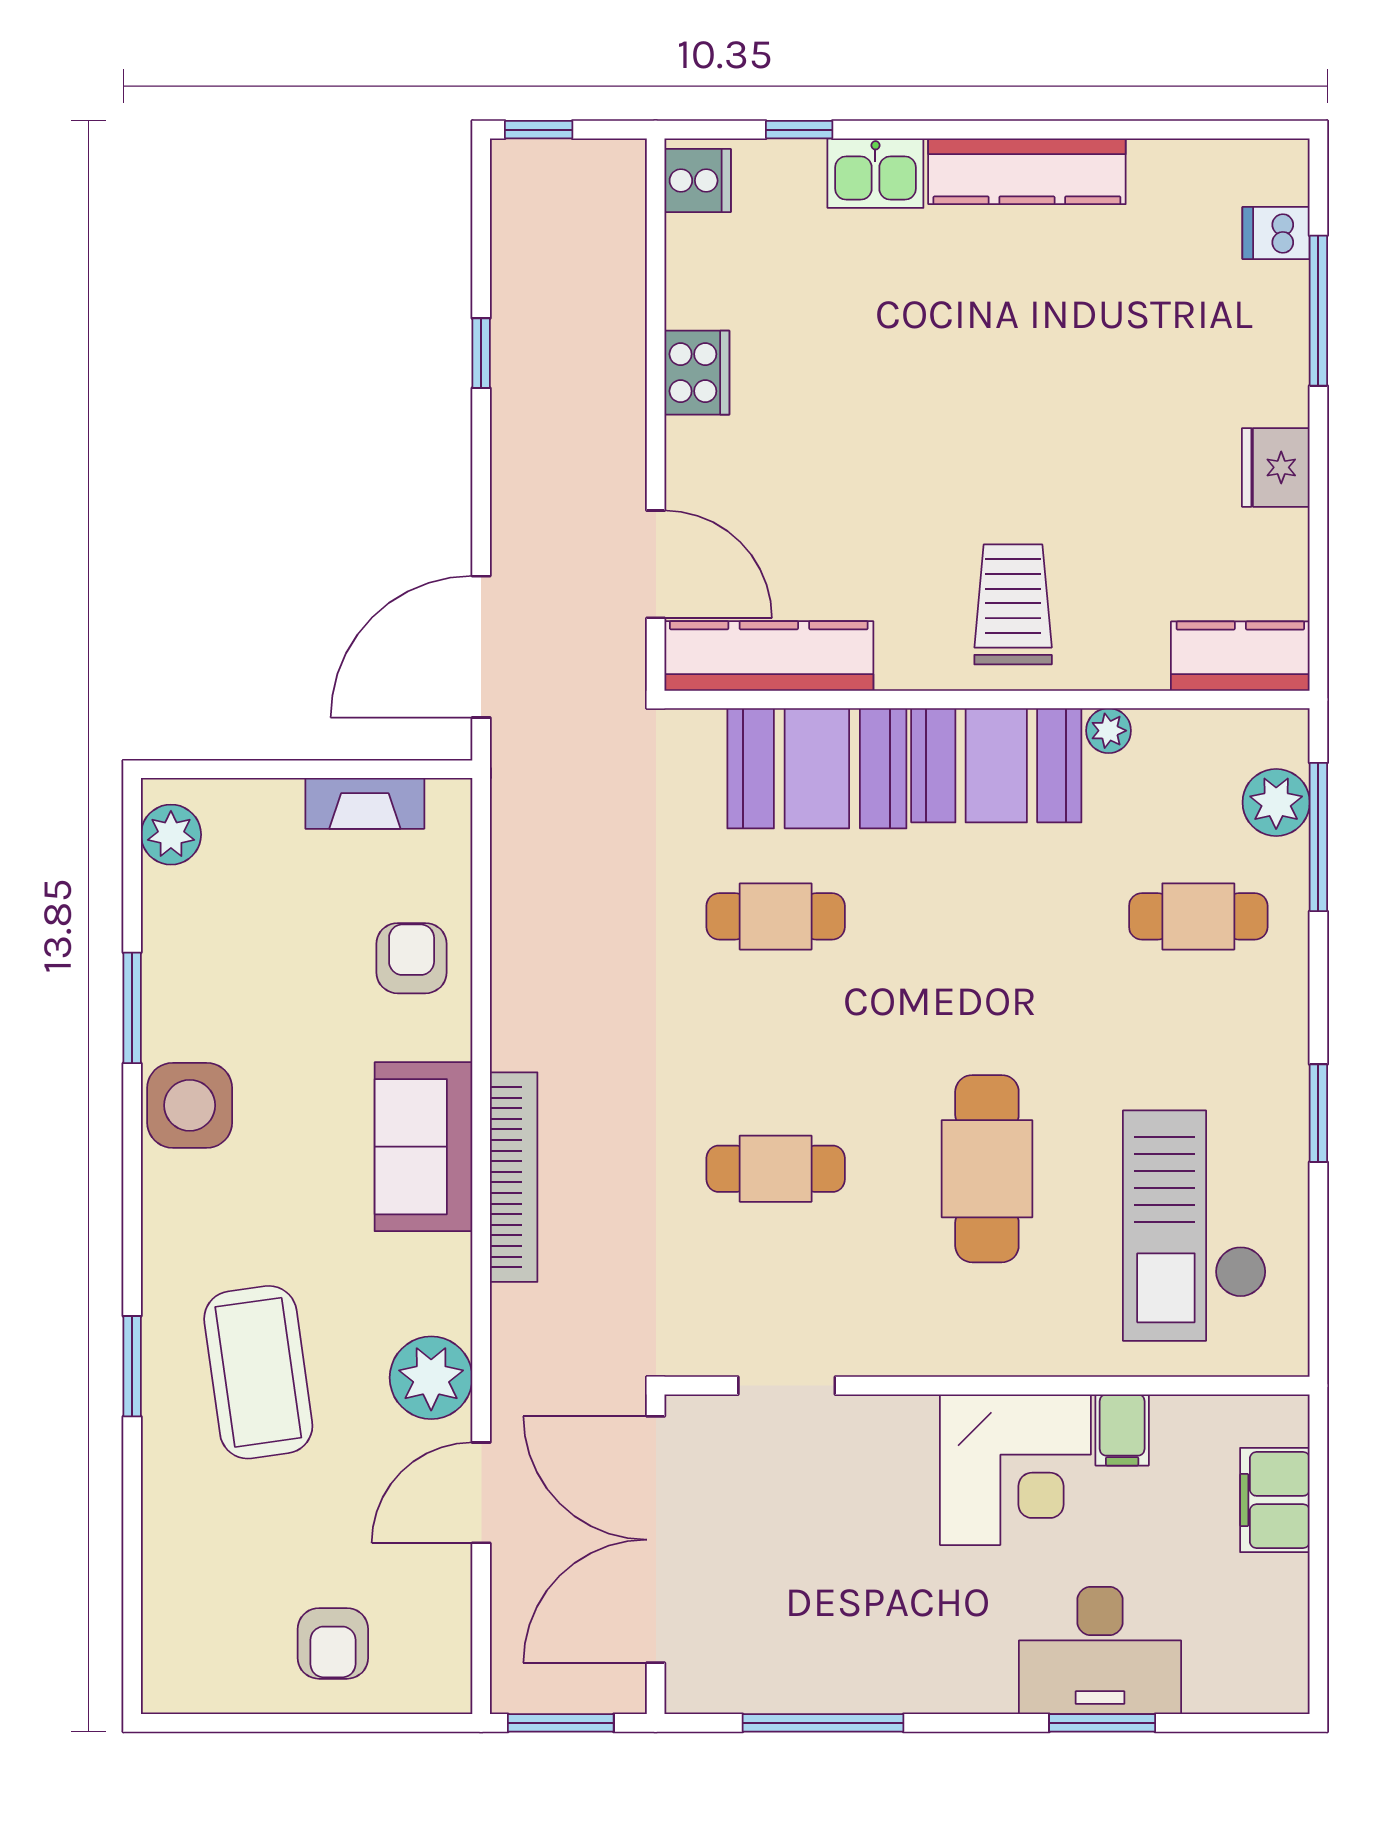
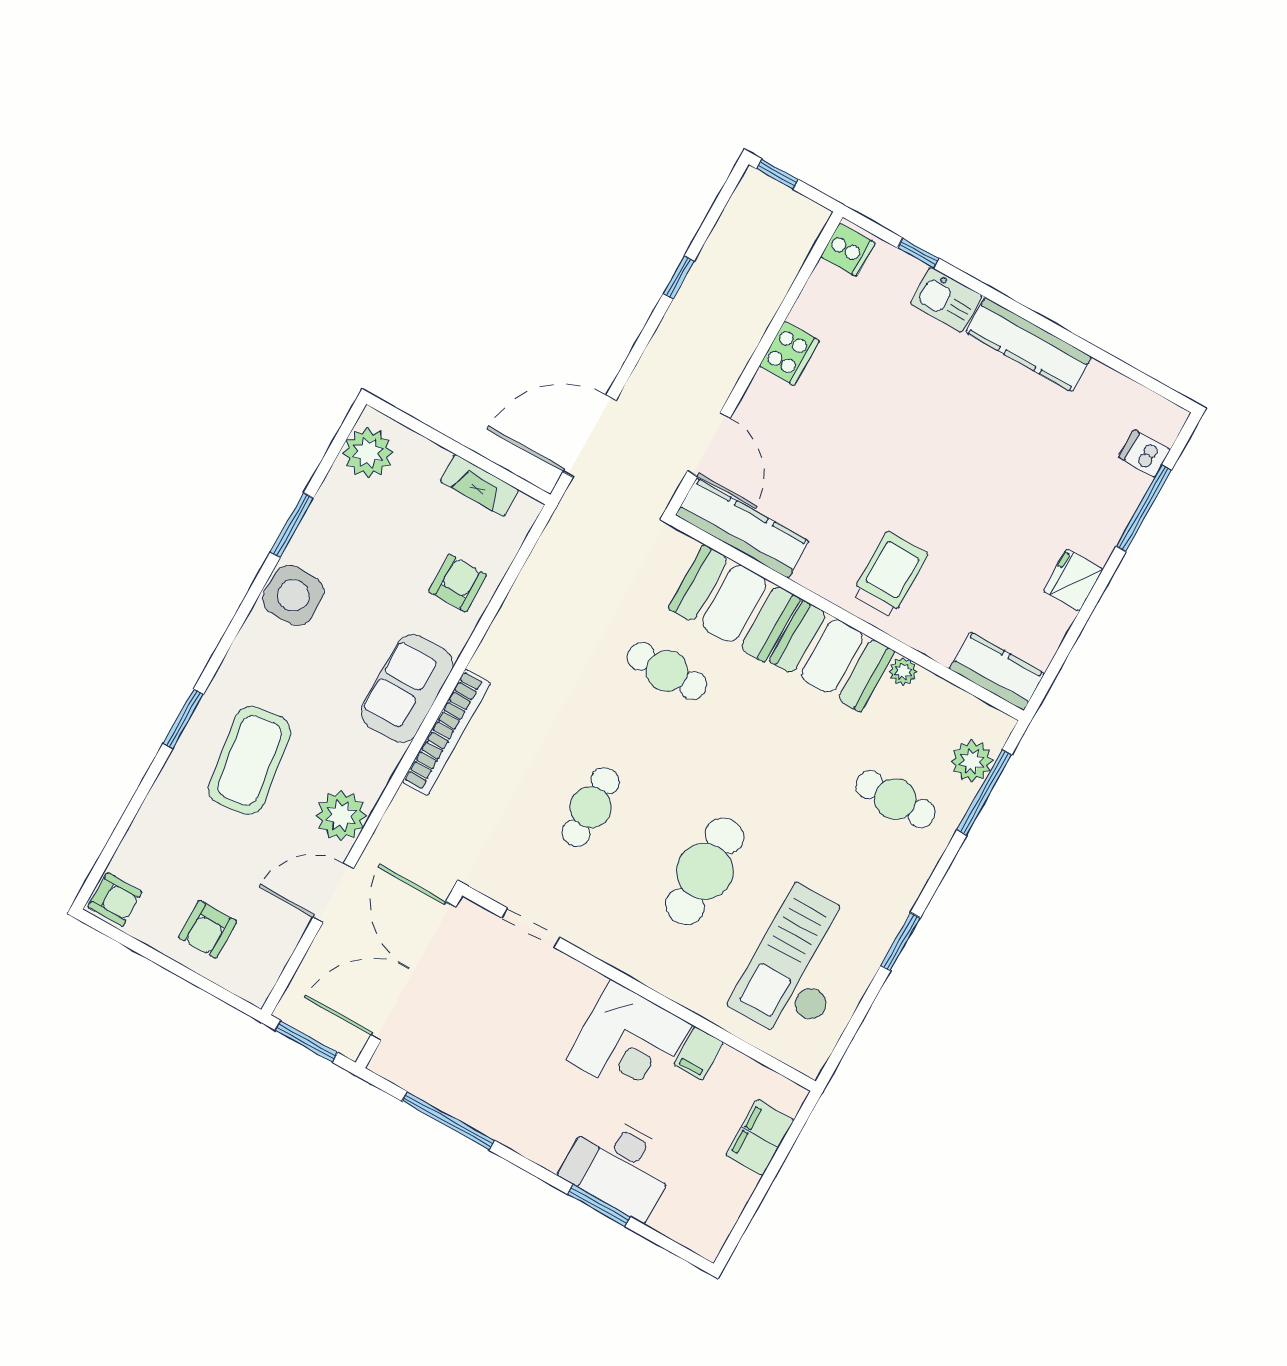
plant: (171, 835) -> (368, 453), width x1.36, depth x1.36
cafe table: (776, 1169) -> (591, 807), turned 90
armchair: (179, 1675) -> (115, 900), added

